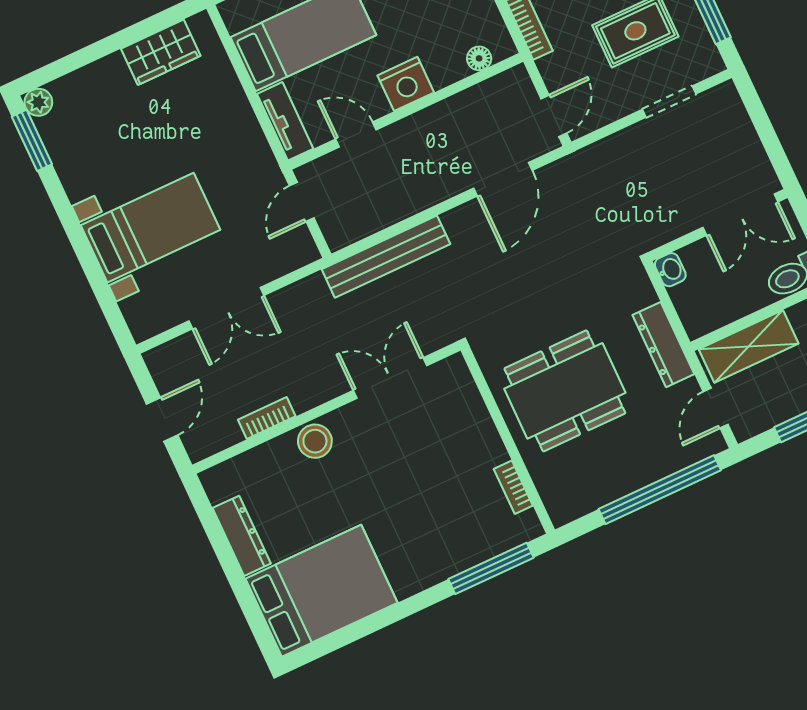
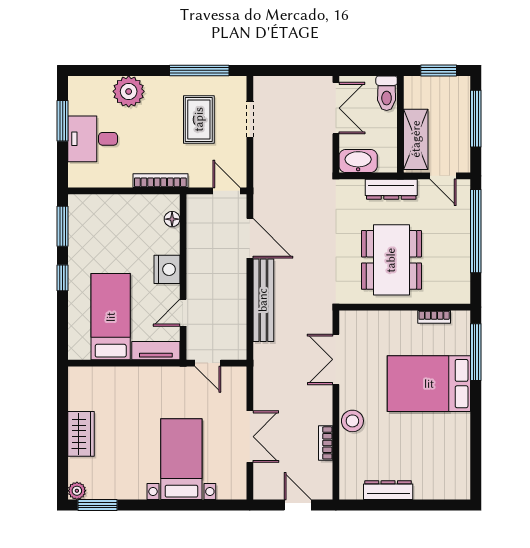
wardrobe: (161, 52) -> (81, 434), moved
bench: (386, 257) -> (263, 300), moved
washbasin: (670, 270) -> (358, 161), width x1.91, depth x1.45
bed: (321, 591) -> (429, 384), moved, turned -90

